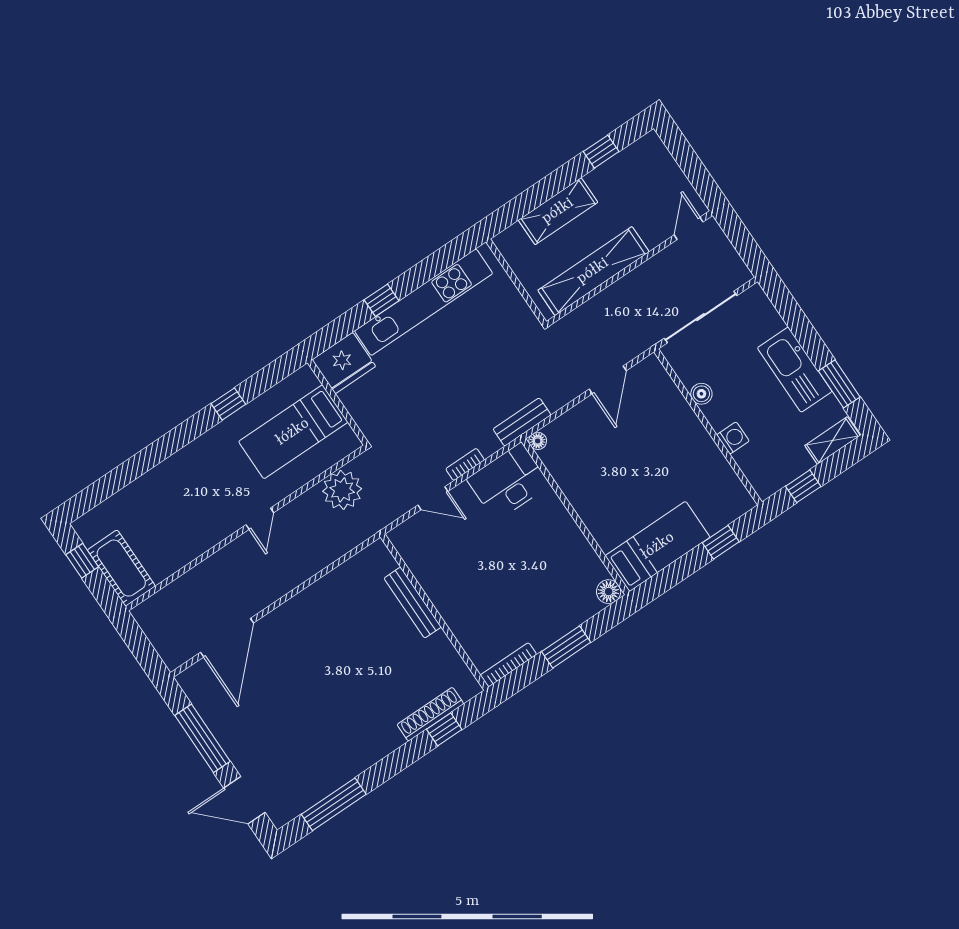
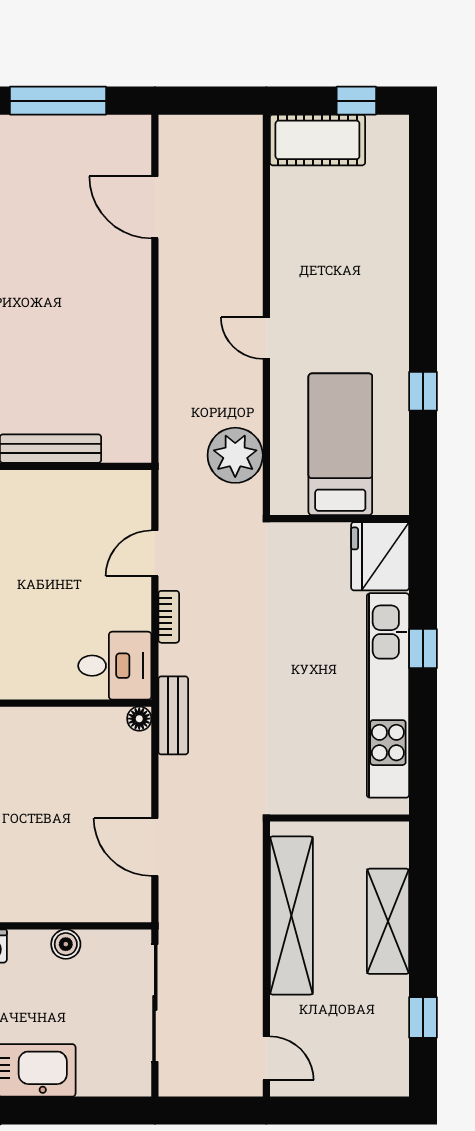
desk: (508, 482) -> (115, 666), width x0.73
door: (227, 638) -> (155, 207), width x0.73

